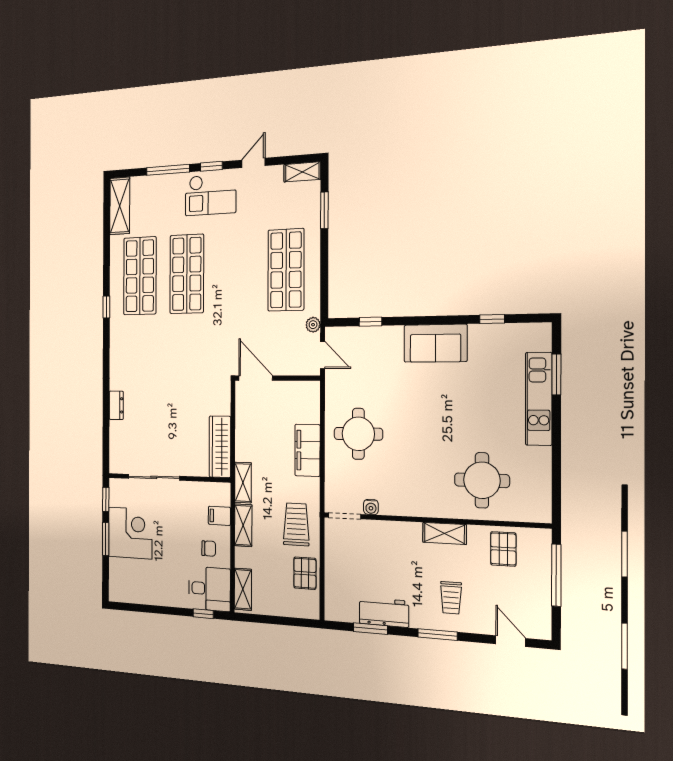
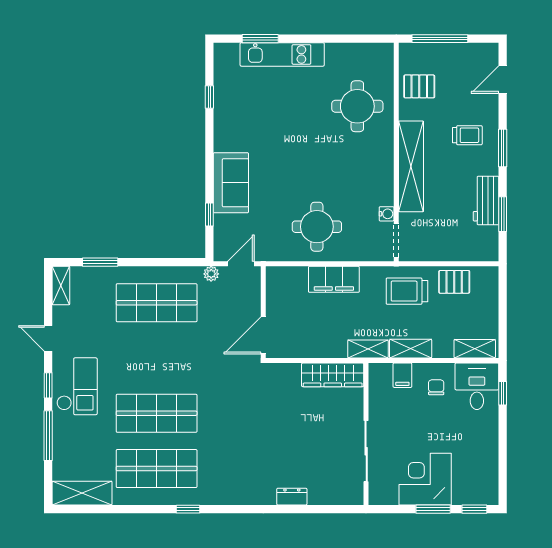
sofa: (435, 343) -> (231, 183), moved
window: (106, 499) -> (474, 509), moved
shelving: (444, 533) -> (411, 166), width x2.20, depth x1.33

